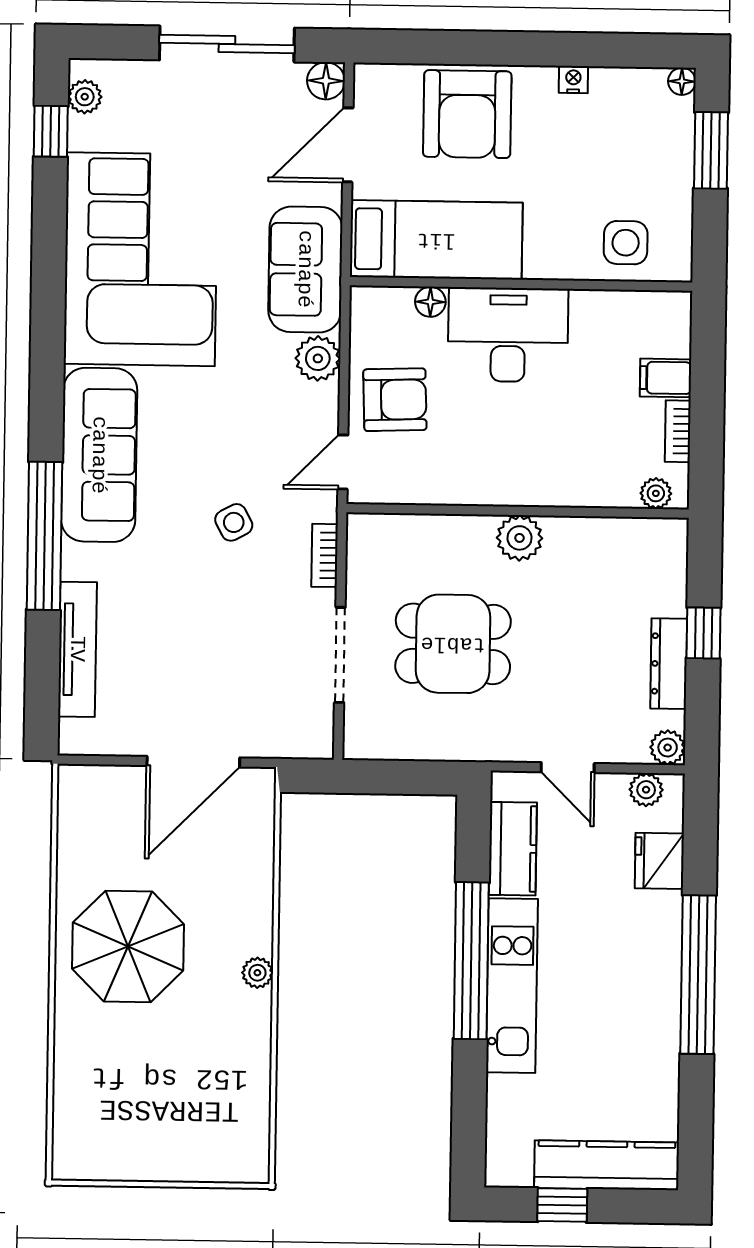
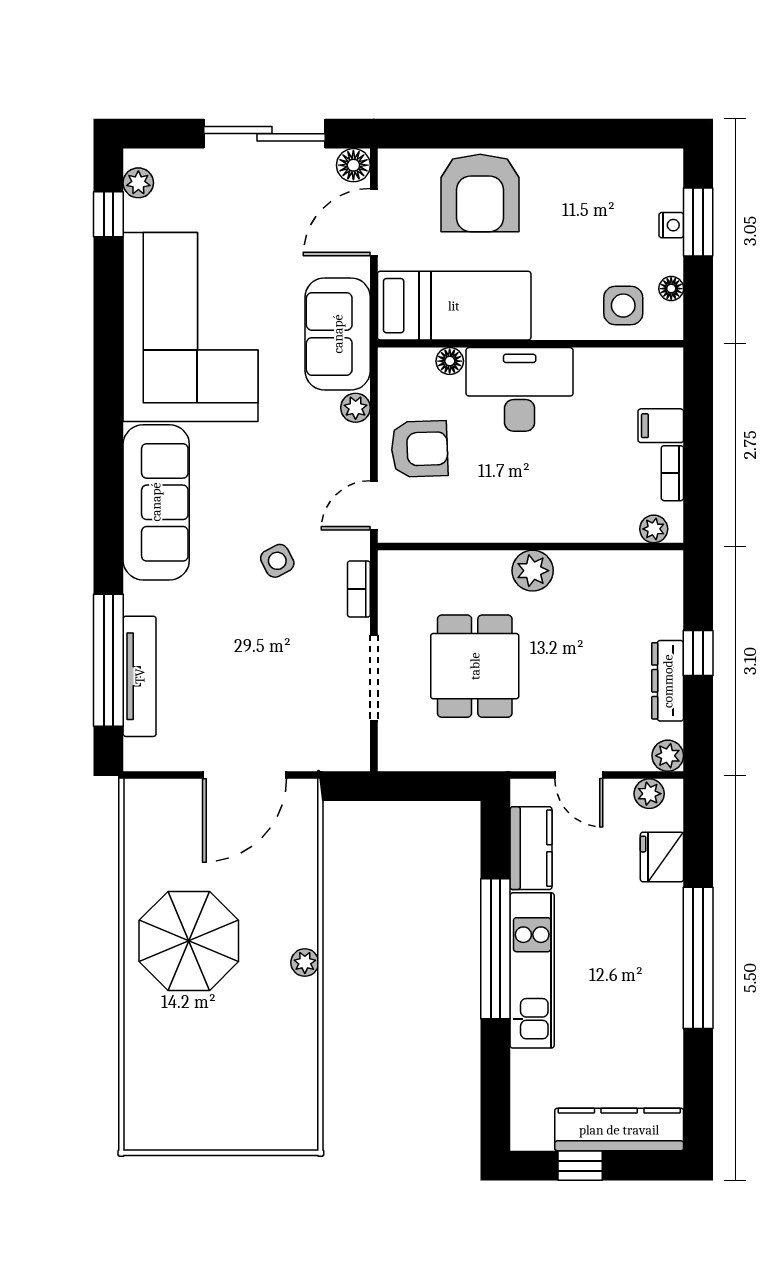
nightstand: (573, 79) -> (671, 225), moved, turned 90
floor lamp: (682, 81) -> (671, 289), moved
plant: (318, 358) -> (356, 408), width x0.73, depth x0.73
window: (44, 536) -> (108, 660), moved
dining table: (453, 644) -> (475, 666), turned 90

